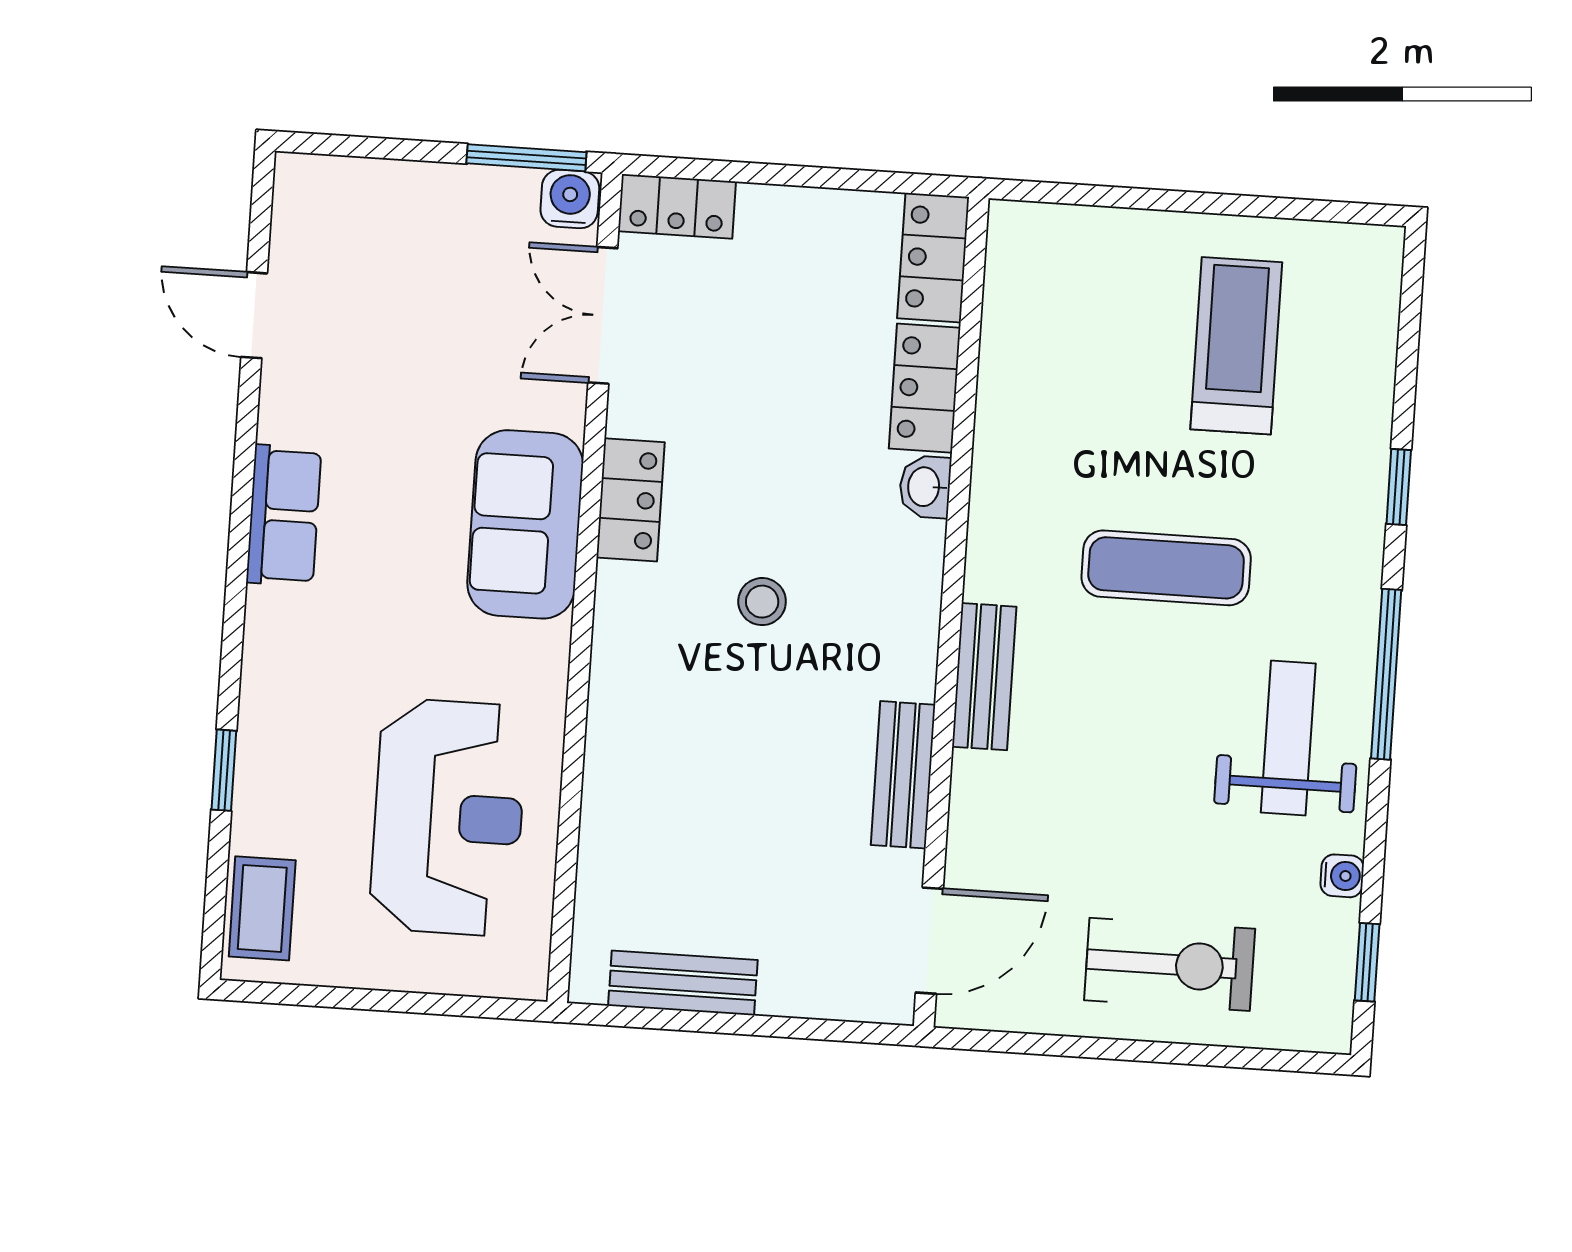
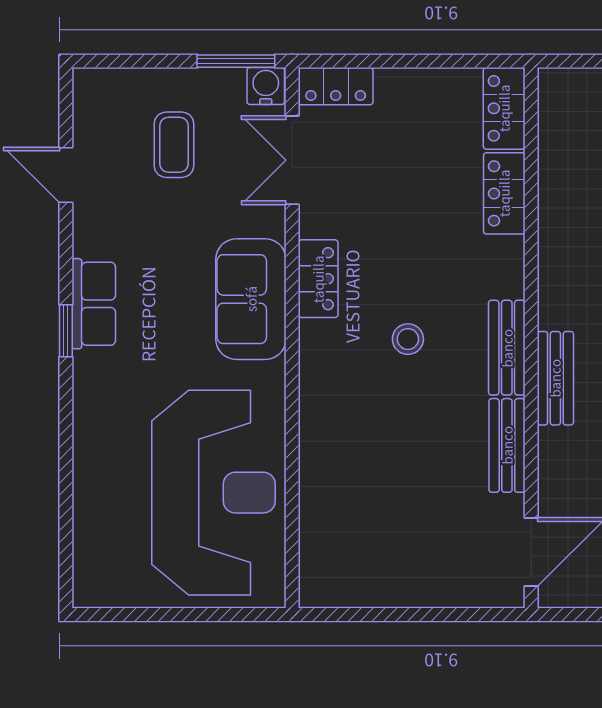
washbasin: (925, 487) -> (509, 257), removed
window: (224, 770) -> (66, 331), moved
reception desk: (448, 817) -> (213, 493), width x1.36, depth x1.30
coffee table: (262, 908) -> (174, 145), moved
bench: (683, 983) -> (507, 348), moved, turned 90

